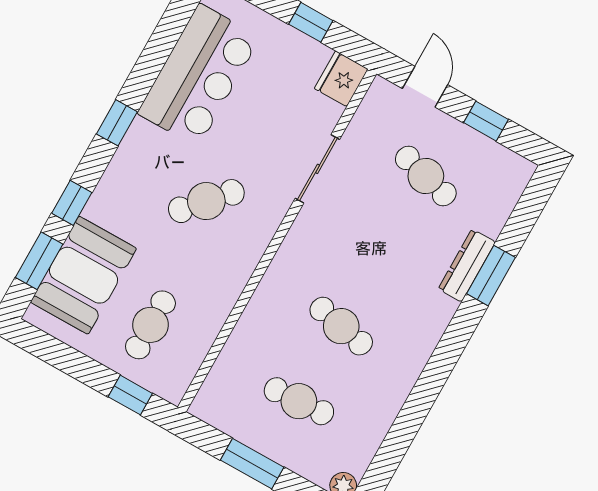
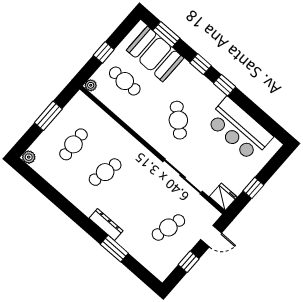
sliding door: (317, 169) -> (183, 176), width x1.37
window: (72, 203) -> (201, 64), moved
dresser: (467, 265) -> (106, 225), moved
plant: (173, 391) -> (91, 85), added
window: (130, 395) -> (104, 53), moved

